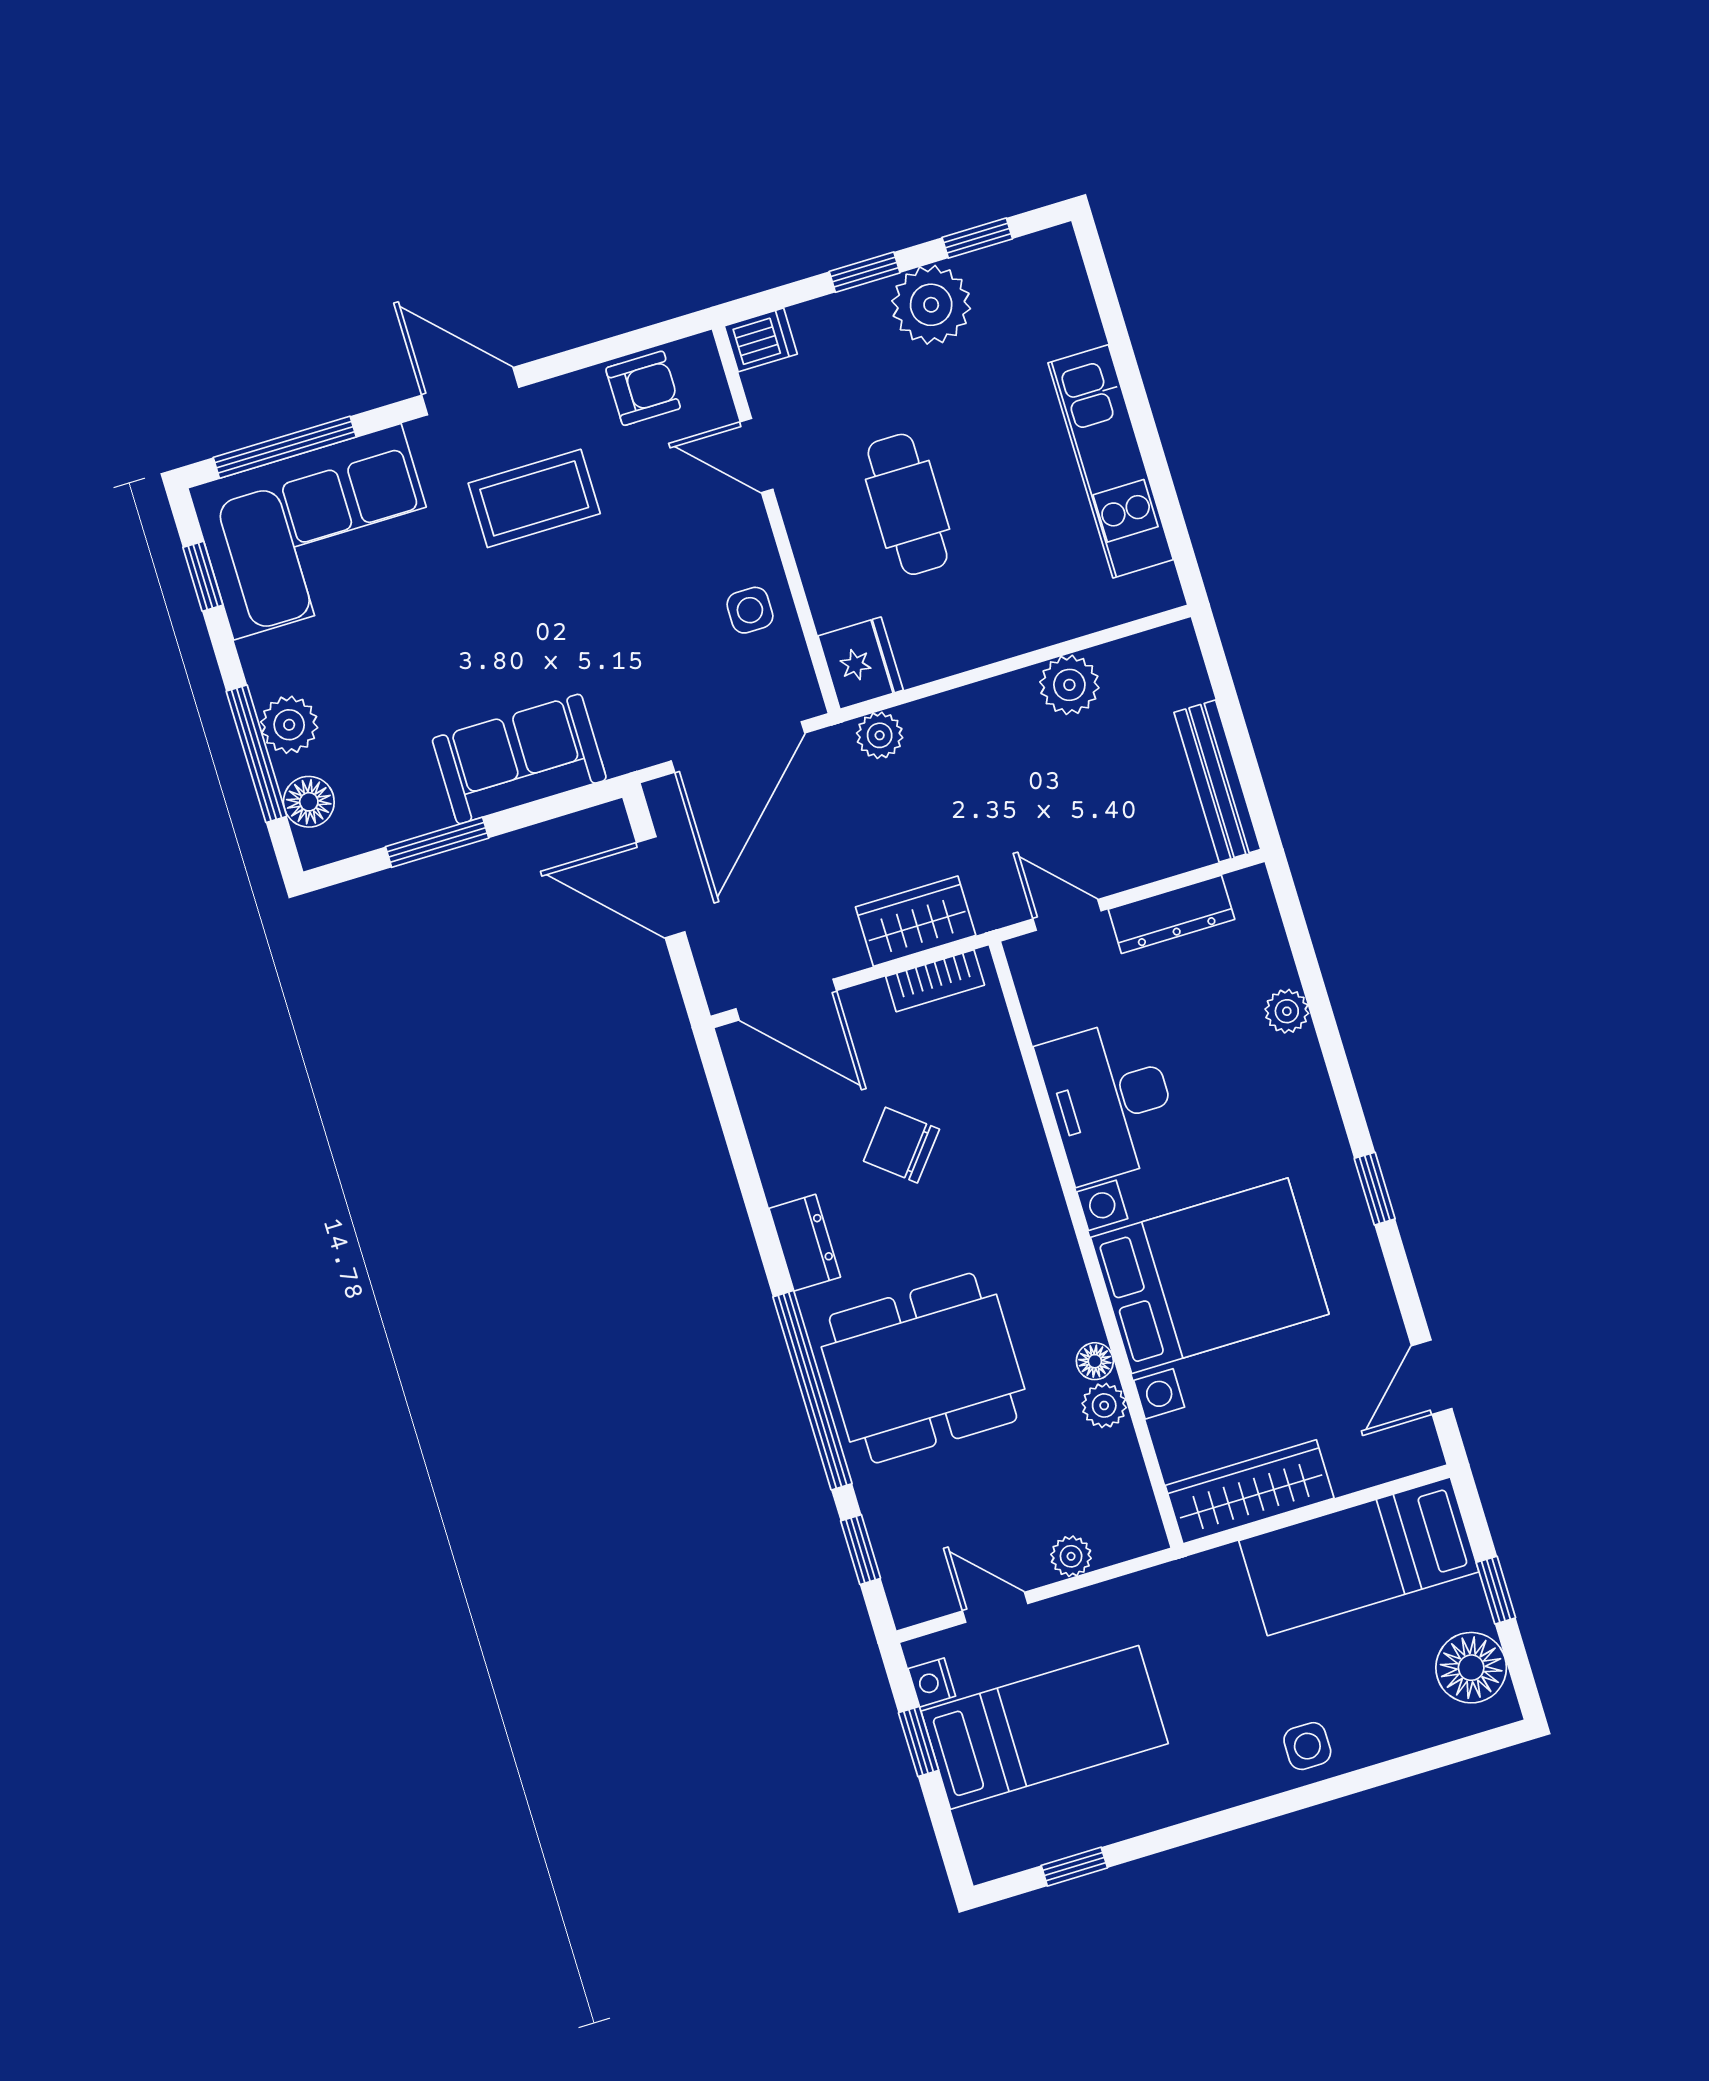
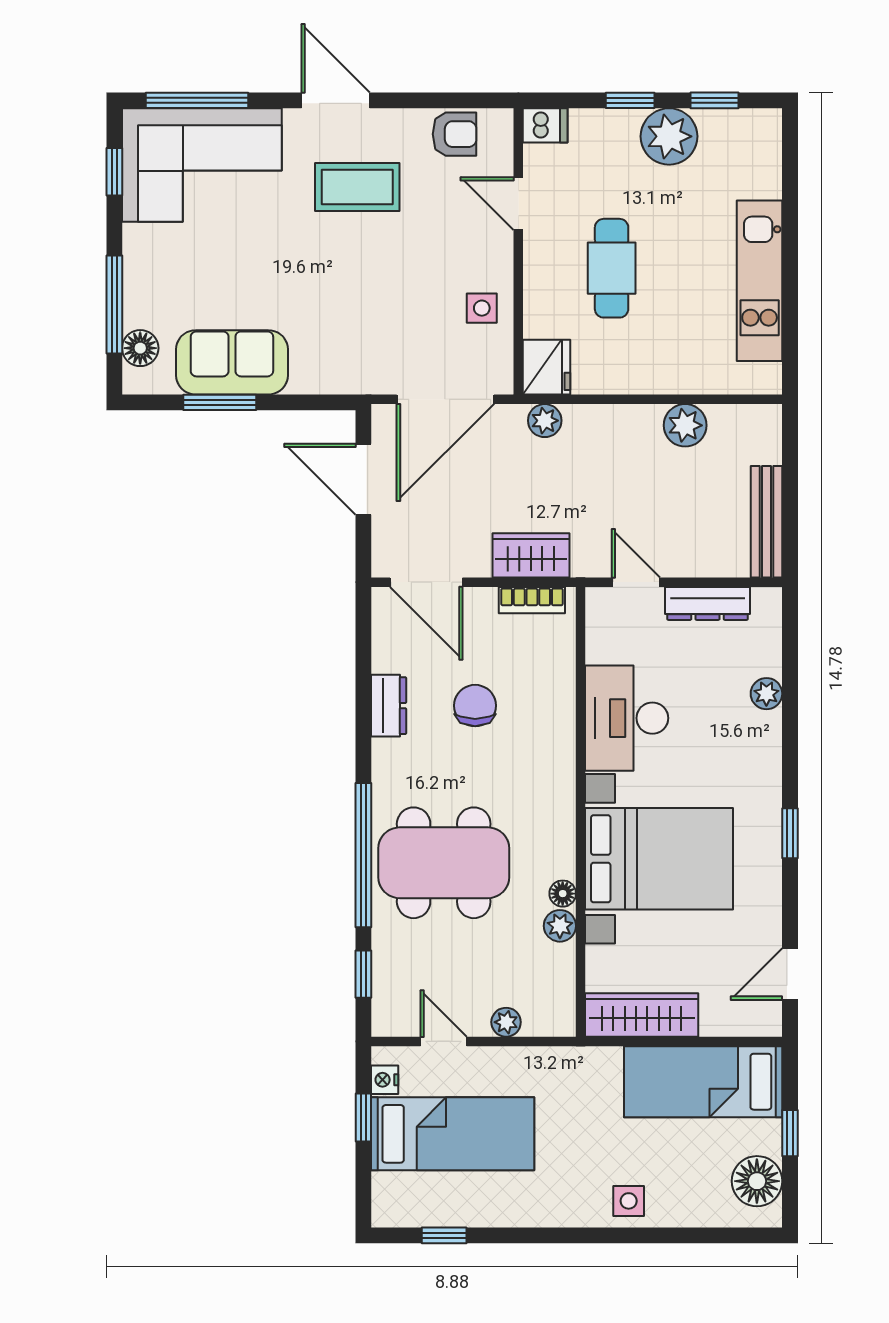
plant: (289, 725) -> (143, 291), removed
sofa: (519, 759) -> (232, 362), moved
chair: (901, 1145) -> (475, 706), turned 51
dresser: (805, 1243) -> (389, 706), moved

